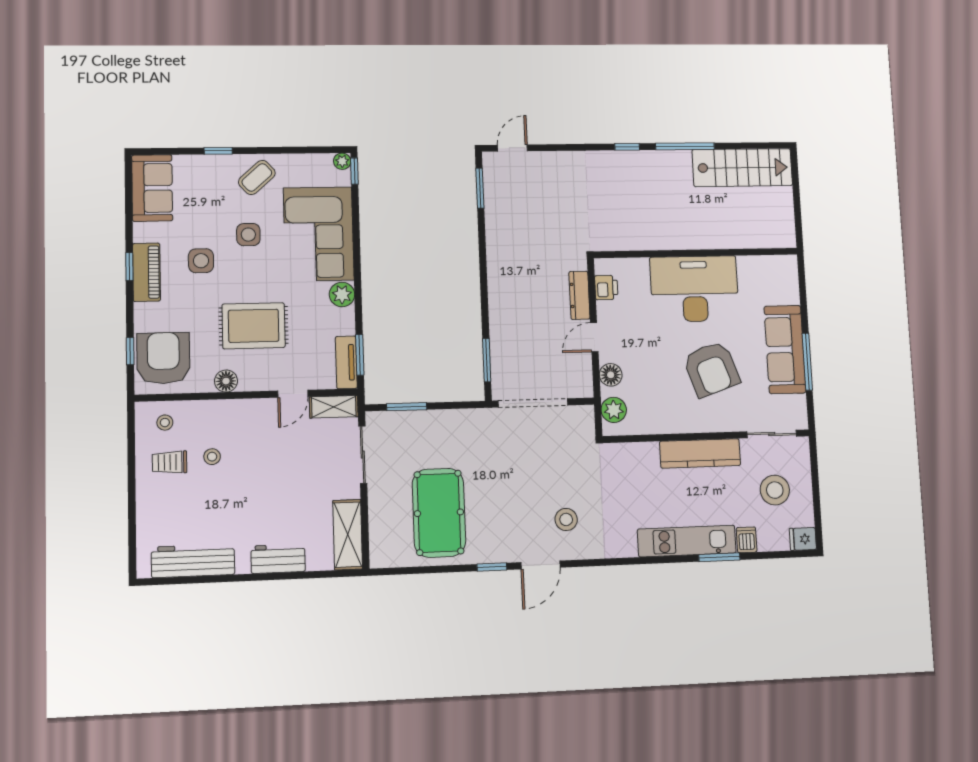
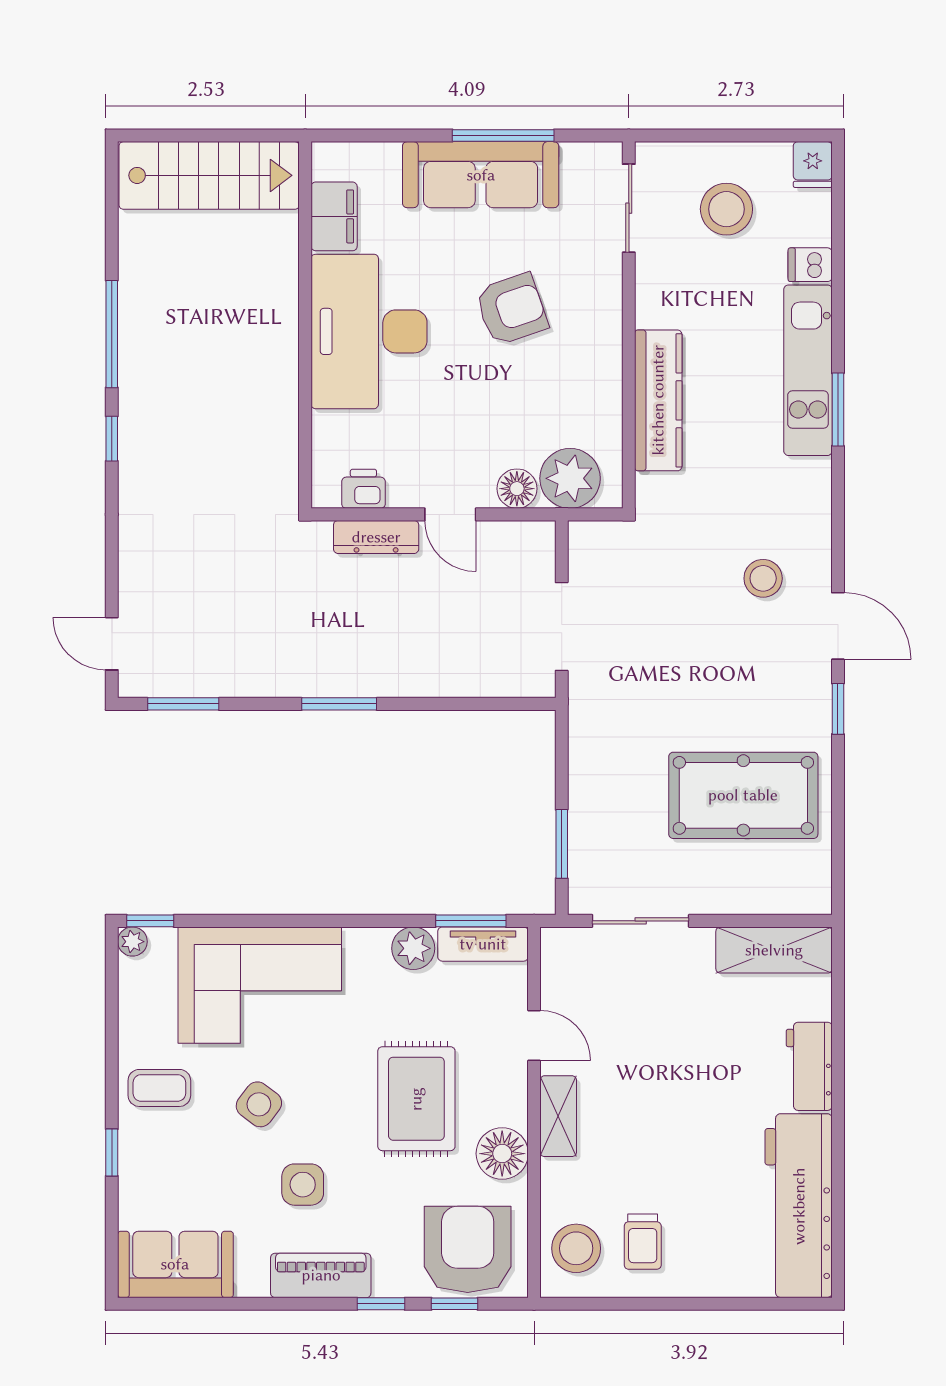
stairs: (742, 168) -> (209, 175), moved, turned 90
coffee table: (257, 177) -> (159, 1088), turned -48
side table: (248, 235) -> (259, 1104), turned 37
window: (129, 267) -> (381, 1304), moved
filing cabinet: (757, 268) -> (334, 216), added
plant: (342, 295) -> (413, 948), moved
armchair: (163, 358) -> (468, 1249), turned 90
window: (487, 360) -> (339, 704), moved
armchair: (711, 369) -> (512, 309), width x0.73, depth x0.73
floor lamp: (226, 381) -> (502, 1154), width x1.38, depth x1.38
doorway: (533, 403) -> (562, 627), width x0.73
shelving: (334, 407) -> (558, 1116), moved
plant: (614, 410) -> (570, 478), width x1.36, depth x1.36
stool: (165, 423) -> (576, 1248), width x1.89, depth x1.89
kitchen counter: (700, 453) -> (658, 400), moved
stool: (212, 457) -> (636, 1172), removed
window: (719, 557) -> (838, 410), moved
workbench: (193, 561) -> (799, 1206), width x1.36, depth x1.32

